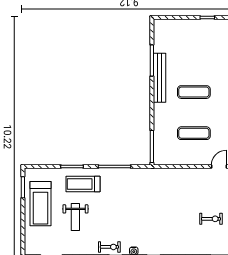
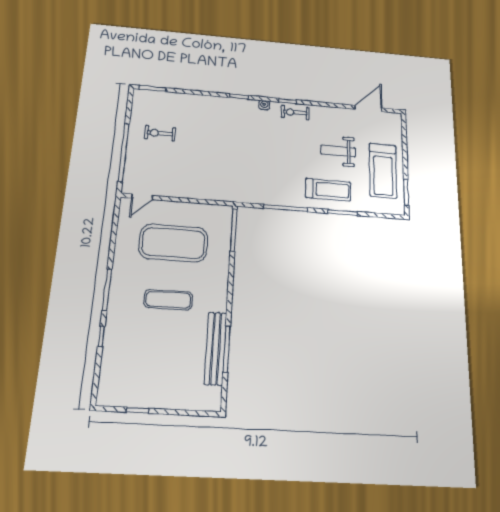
bench: (159, 78) -> (216, 348), moved
exercise mat: (194, 133) -> (173, 243), width x2.00, depth x1.45
treadmill: (41, 204) -> (383, 170), turned 180
weight bench: (75, 217) -> (338, 151), turned -90

